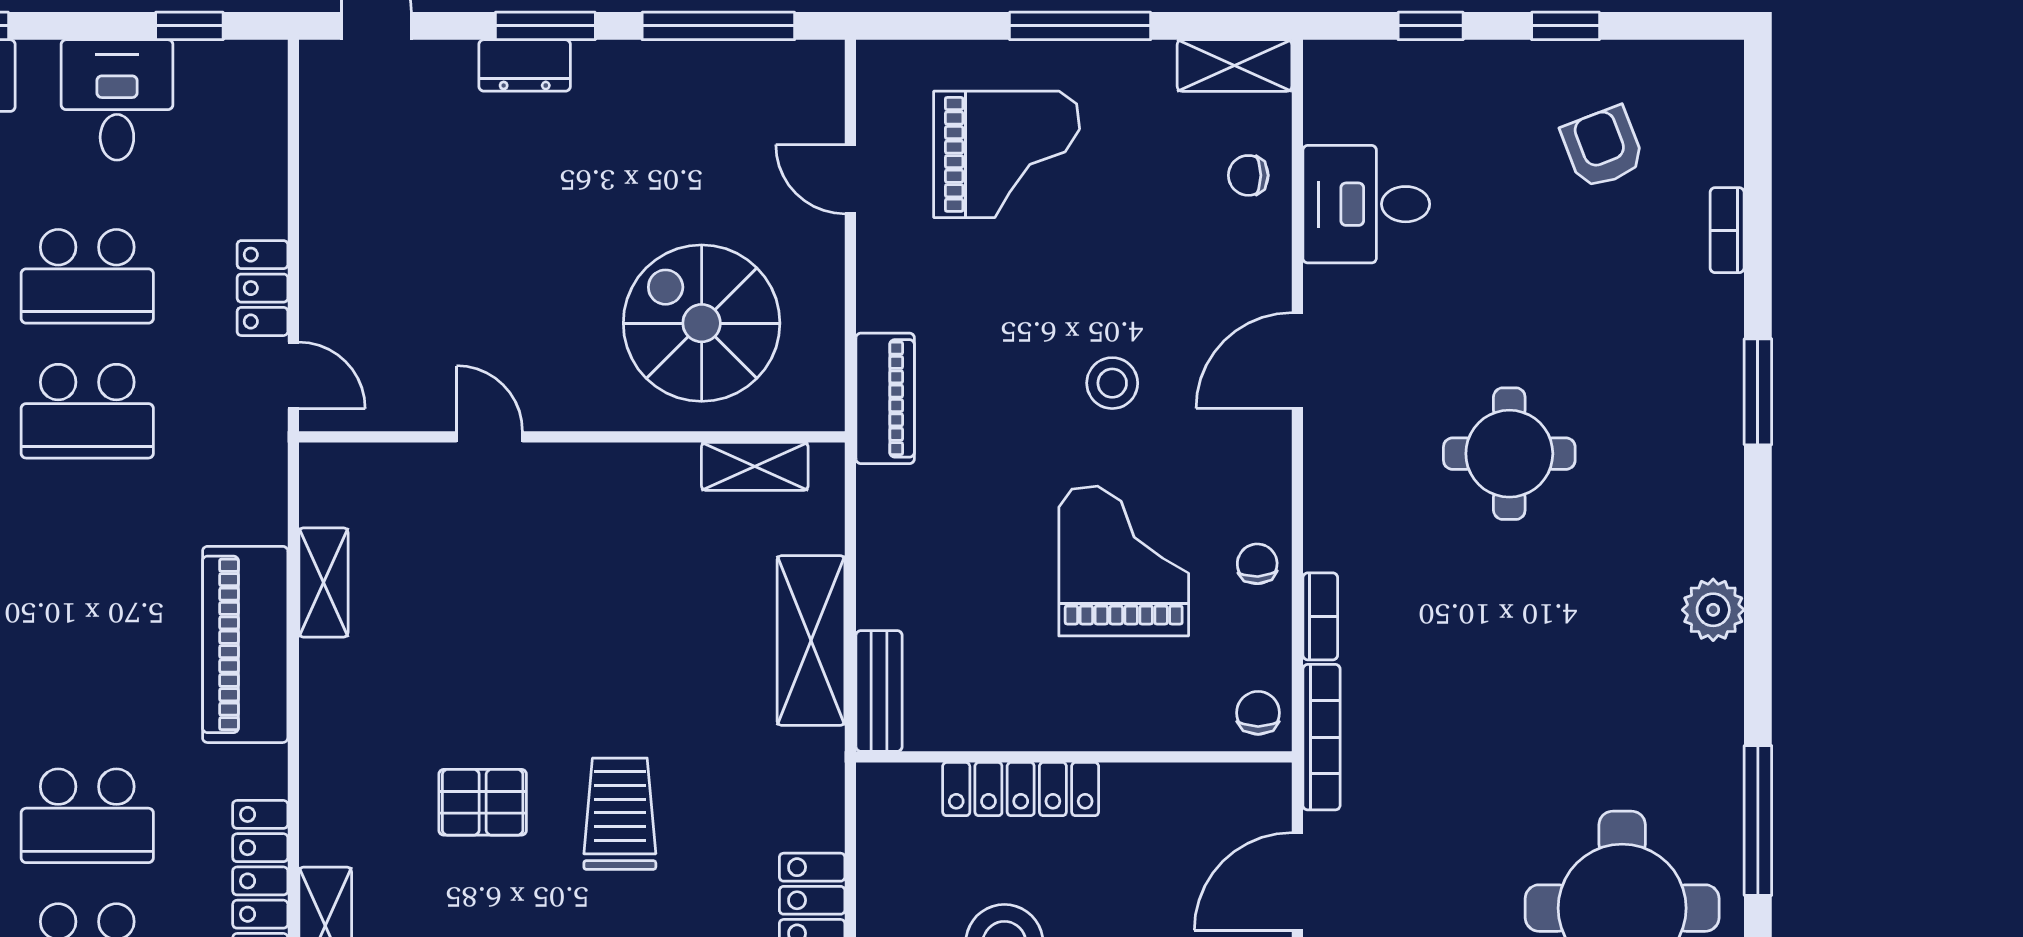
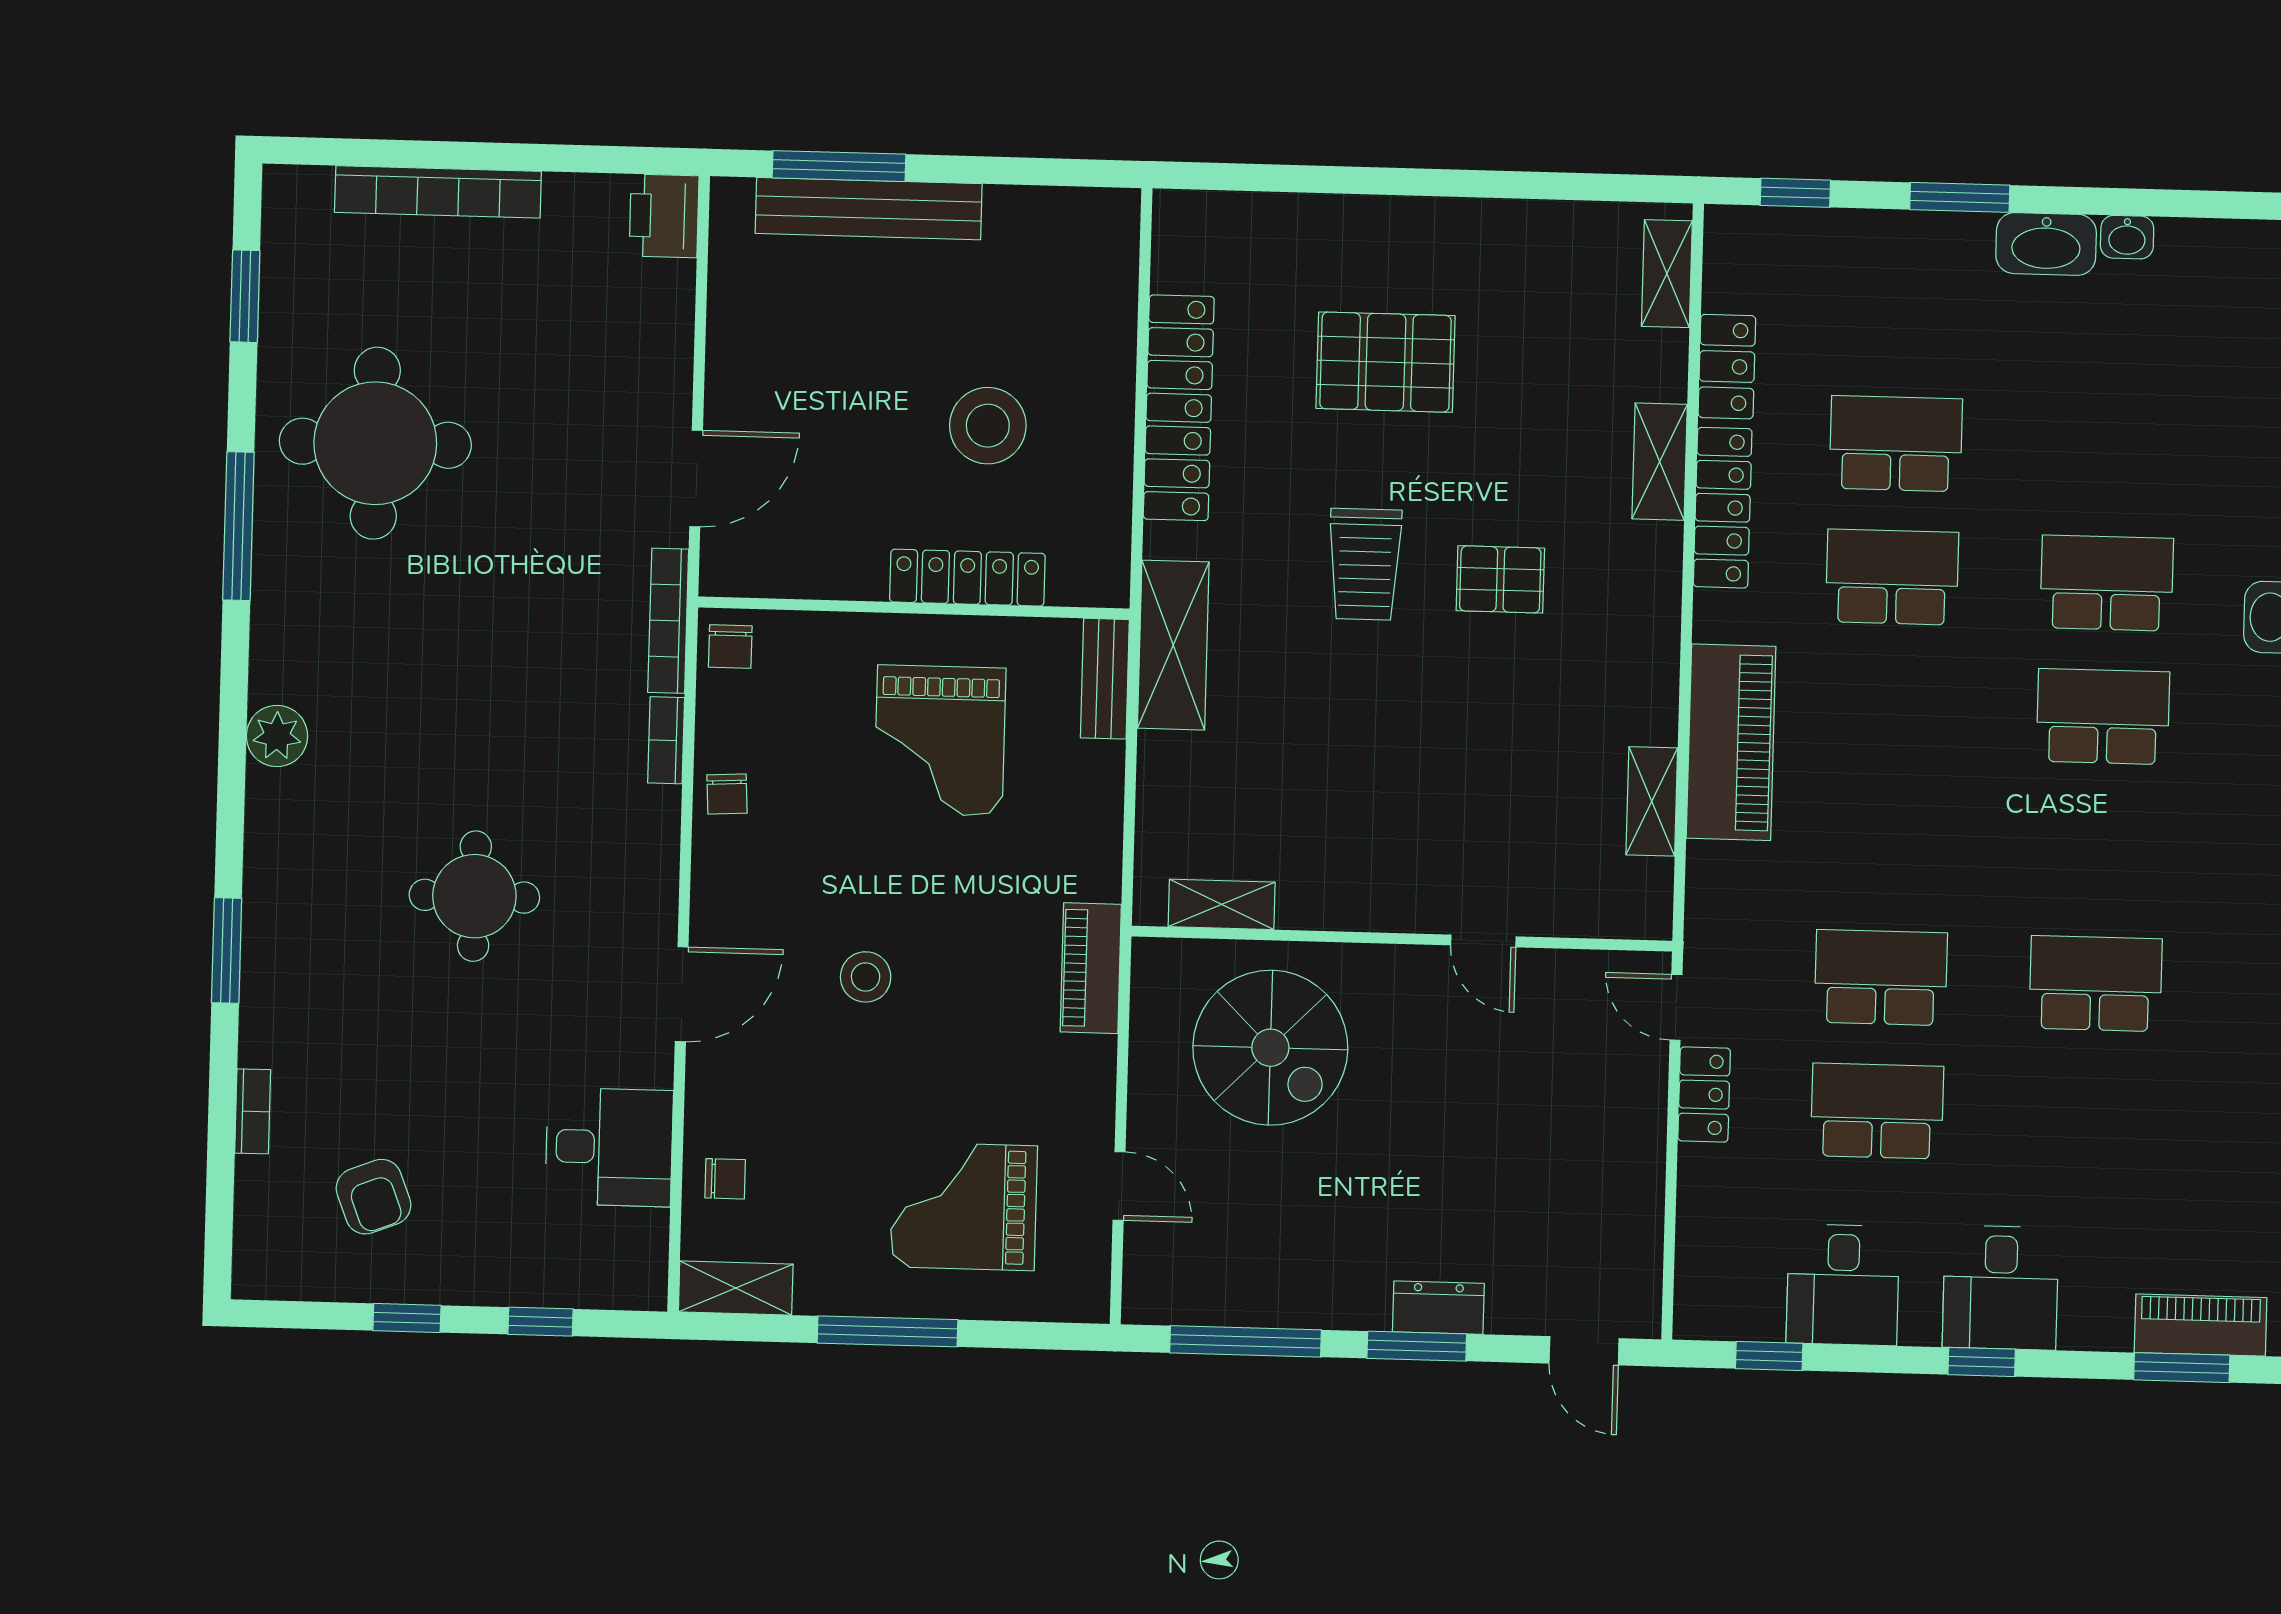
grand piano: (1124, 561) -> (940, 741), moved
shelving: (811, 640) -> (1173, 645), moved

